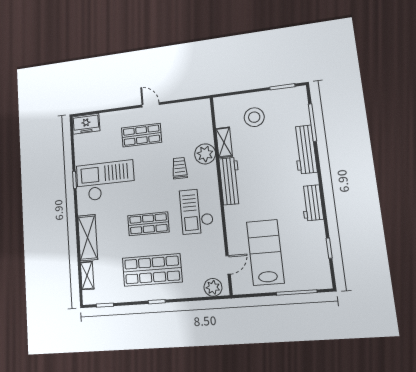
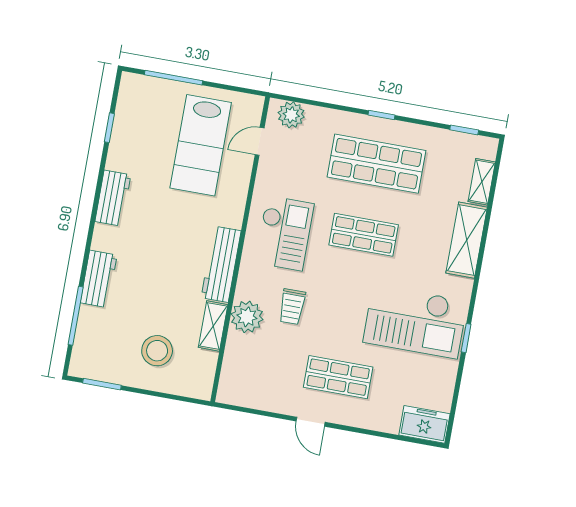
workbench: (305, 149) -> (99, 279), width x0.73

